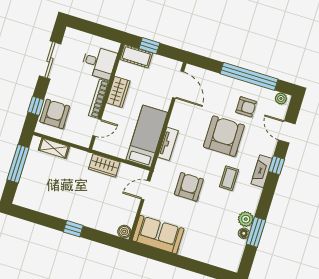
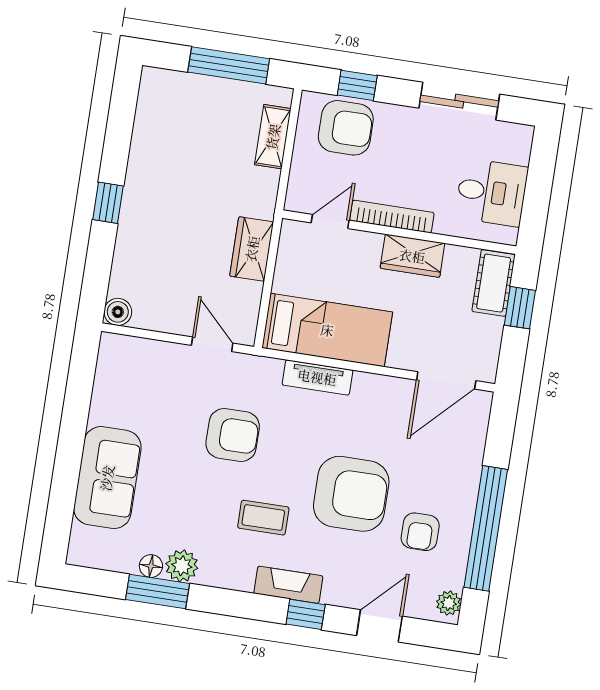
desk: (99, 62) -> (492, 192), moved, turned -90
door: (97, 127) -> (330, 221), swing flipped
sofa: (158, 235) -> (107, 478), moved

